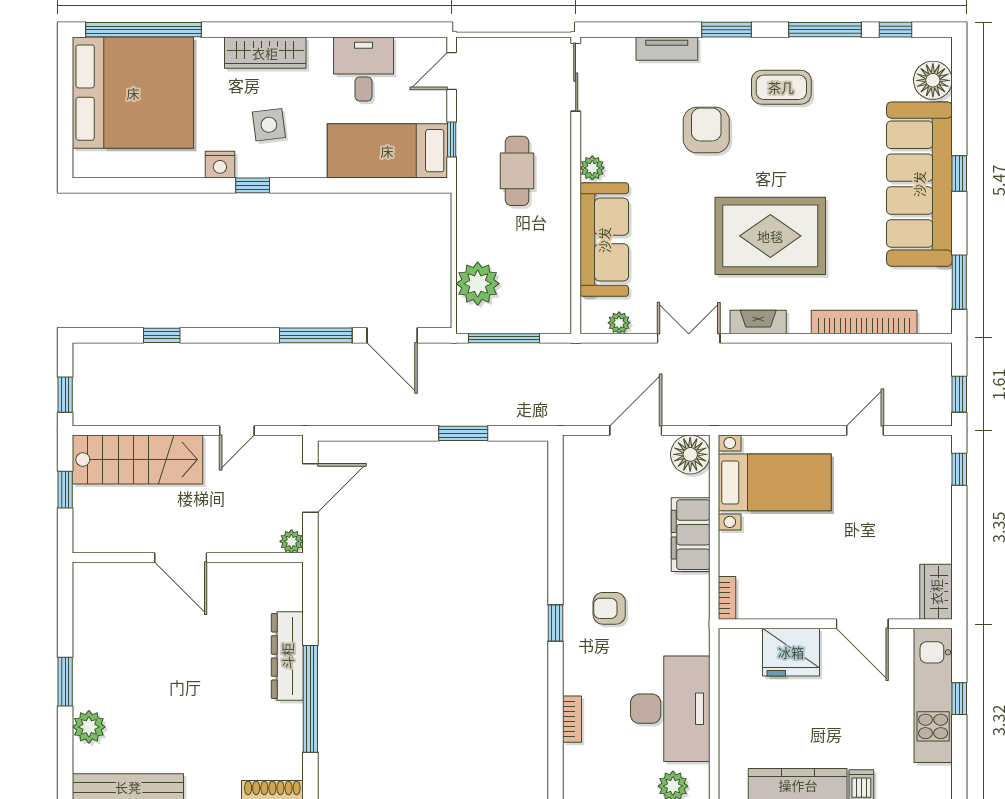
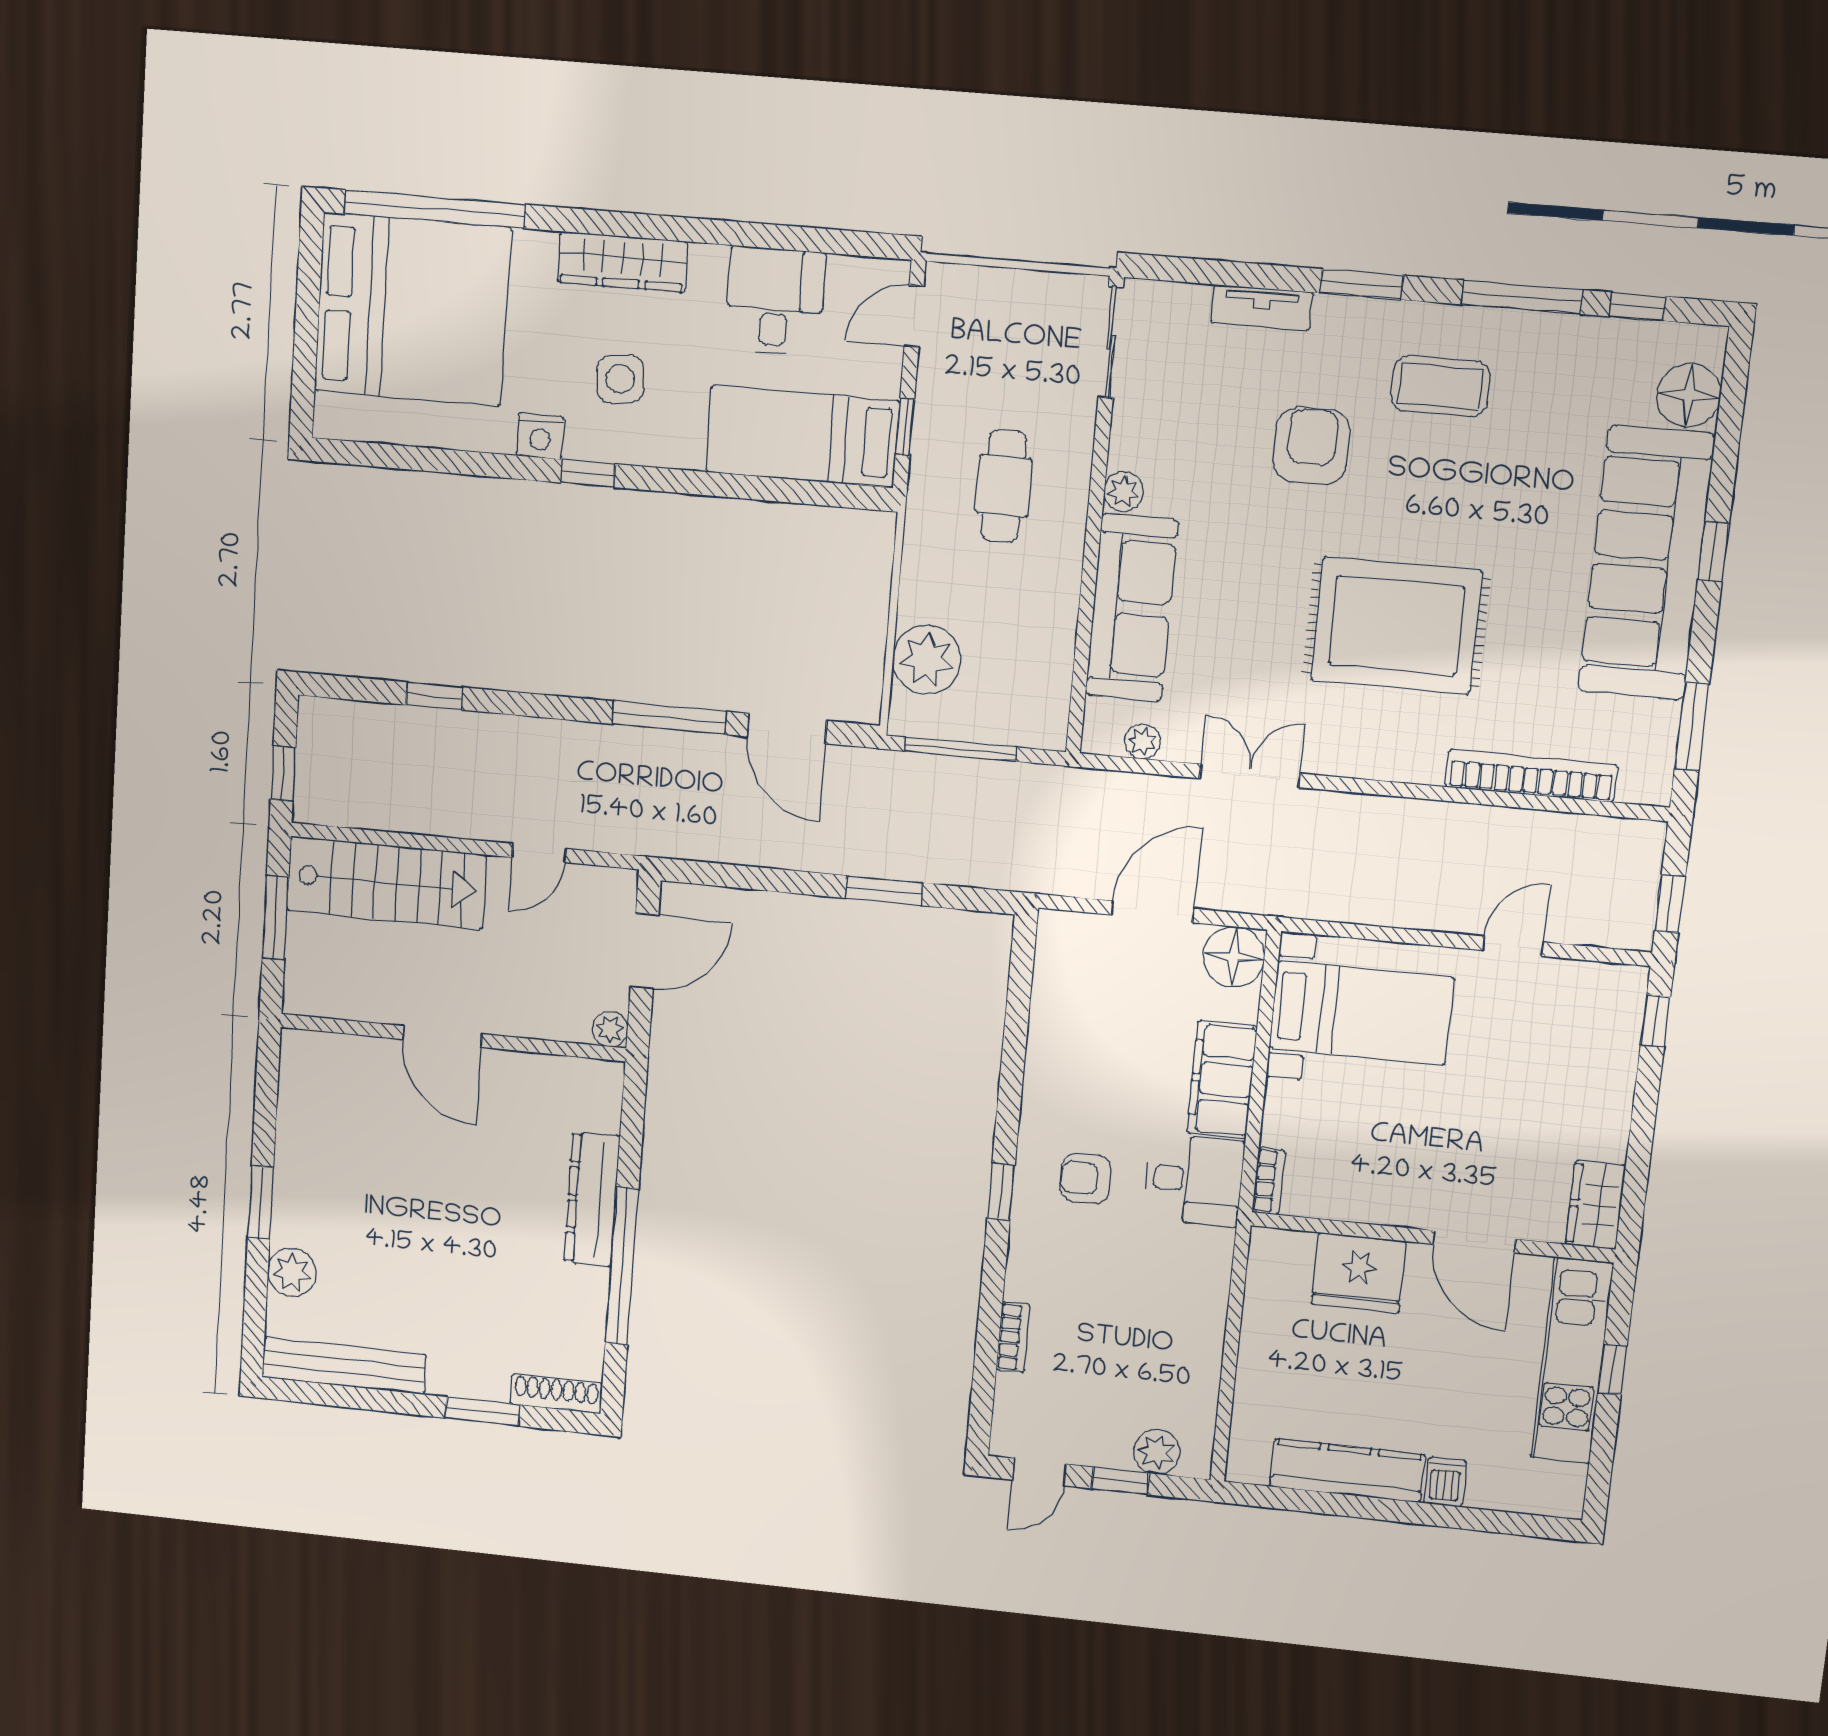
fireplace: (758, 322) -> (1362, 760), removed
window: (65, 490) -> (275, 918), width x1.50
desk: (670, 709) -> (1194, 1180), moved, width x0.53, depth x0.77

